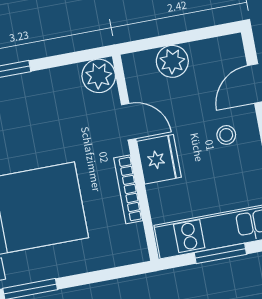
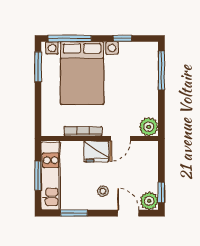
window: (209, 32) -> (161, 192), added
plant: (172, 61) -> (149, 201), moved

